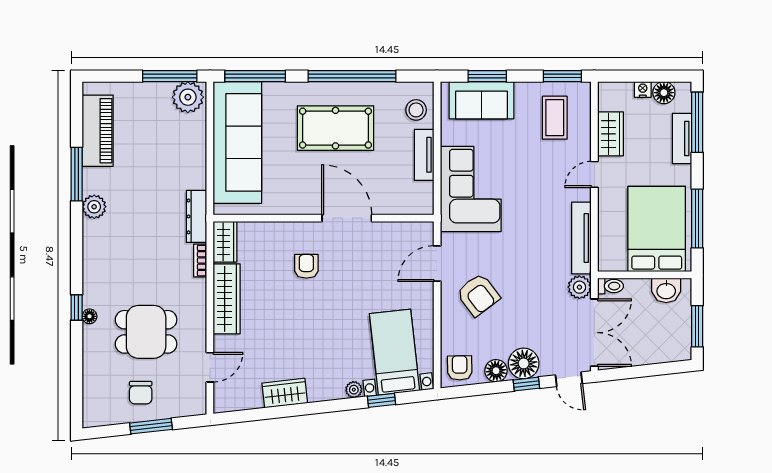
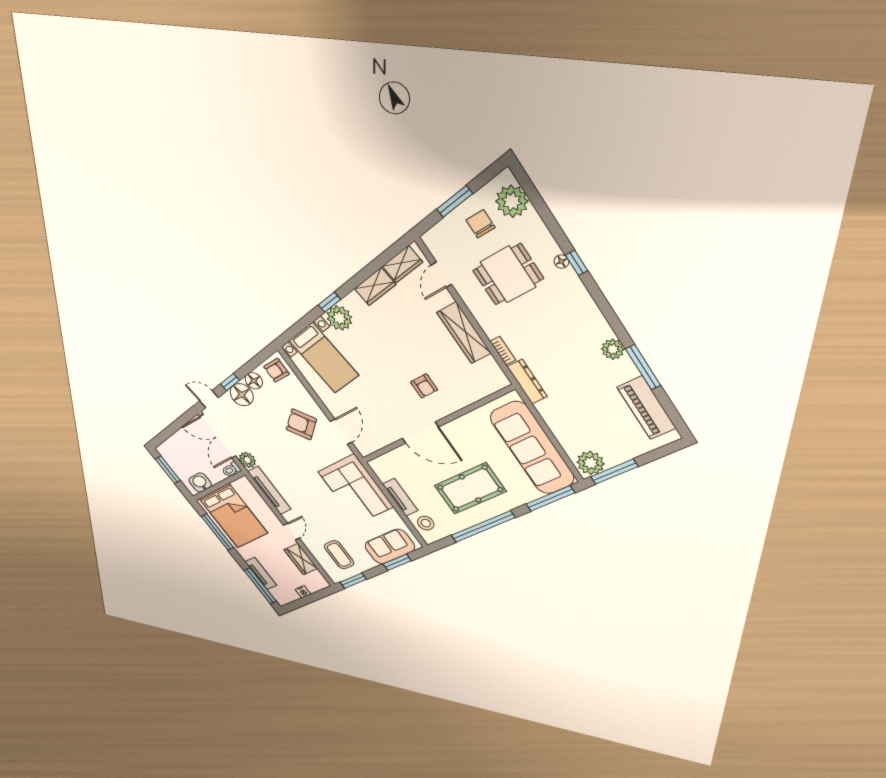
floor lamp: (664, 93) -> (290, 595), removed
wardrobe: (225, 242) -> (402, 264), moved, turned -96
armchair: (460, 368) -> (276, 370), turned 91
plant: (354, 390) -> (339, 318), width x1.88, depth x1.88
plant: (99, 396) -> (512, 201), added
window: (381, 400) -> (330, 302), moved

